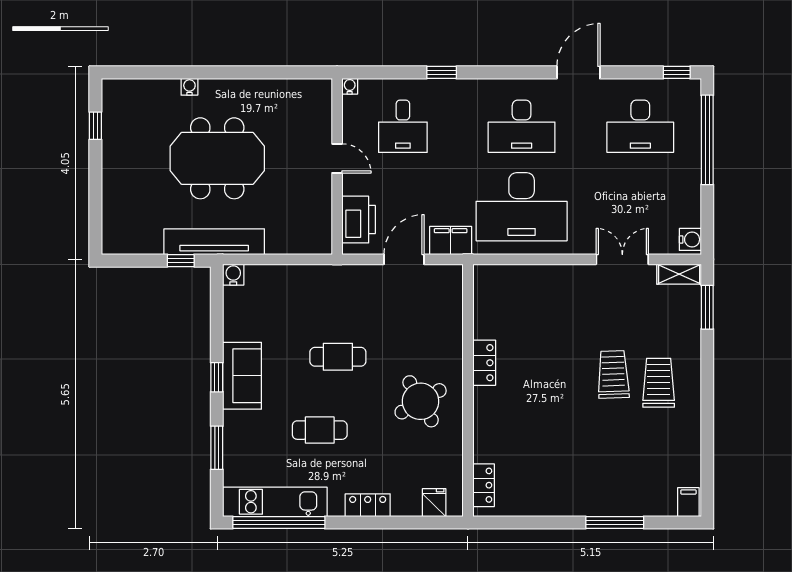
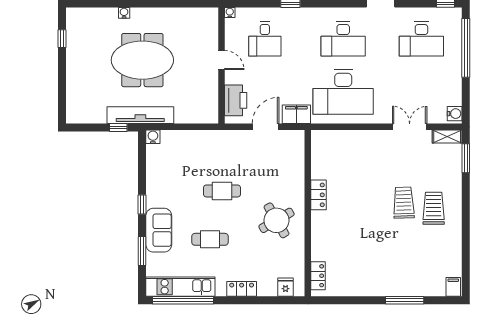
sofa: (242, 376) -> (159, 230), moved

